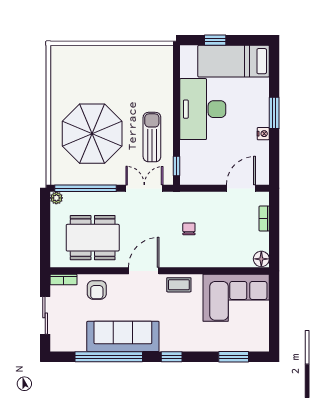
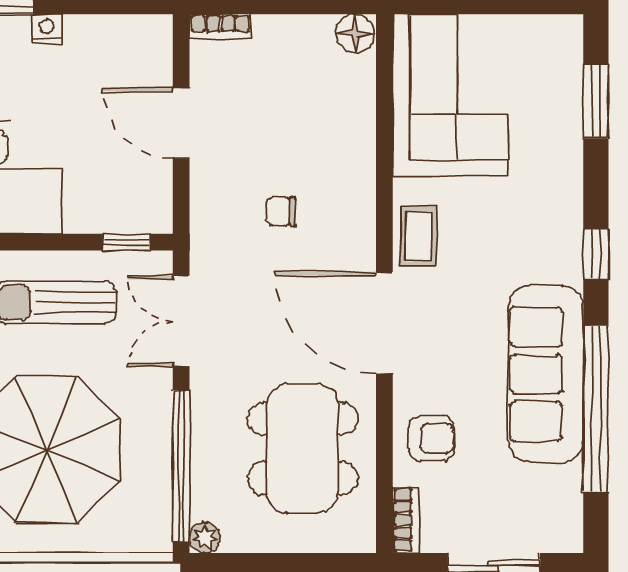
door: (241, 188) -> (181, 123), moved
bookcase: (264, 219) -> (220, 26), moved
door: (144, 271) -> (384, 323), width x1.36

